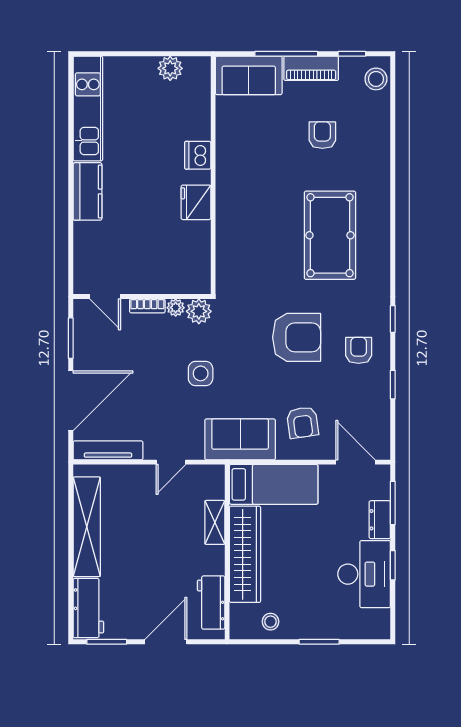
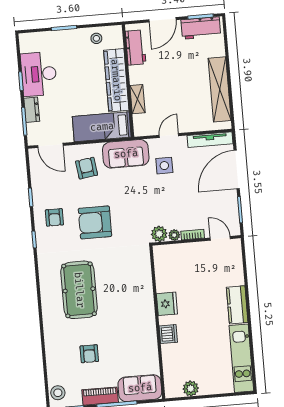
side table: (201, 373) -> (164, 166), moved
workbench: (88, 608) -> (201, 28), moved, turned -90

